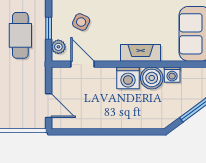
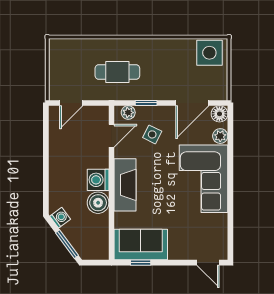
cafe table: (20, 35) -> (117, 72), moved
fireplace: (141, 53) -> (125, 185), width x1.37, depth x1.32
washing machine: (172, 75) -> (60, 218), moved, turned 144

